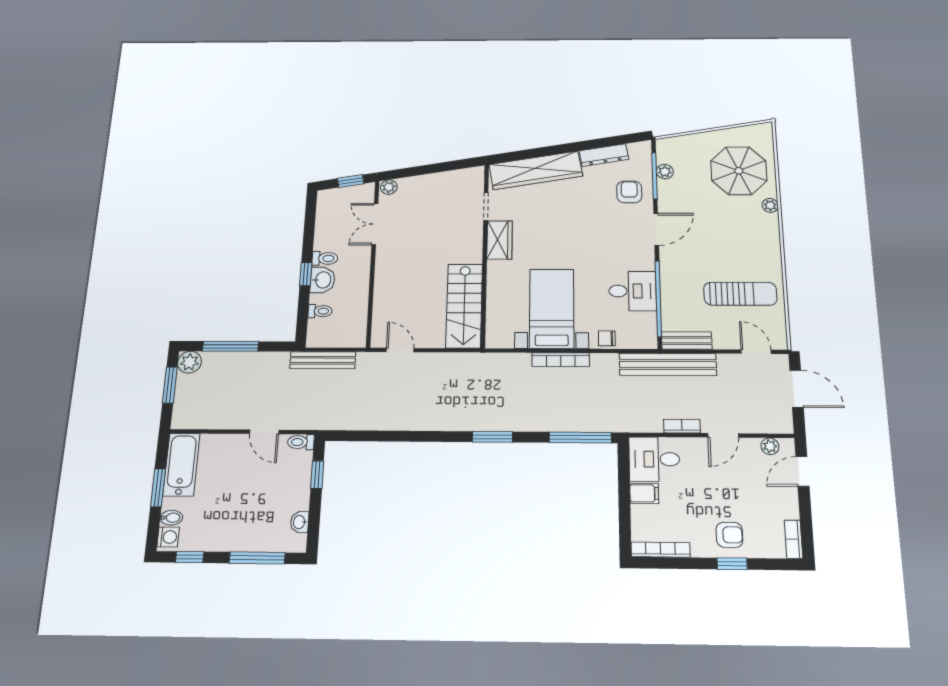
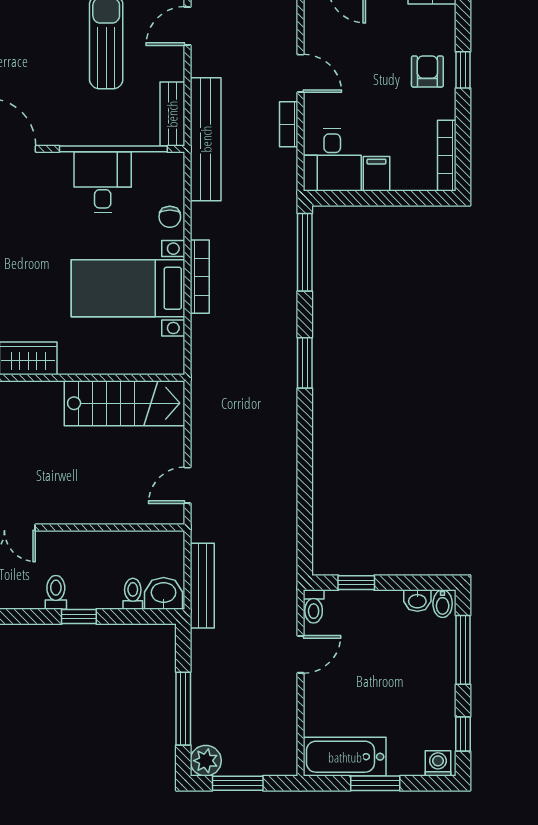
washbasin: (323, 280) -> (164, 593), moved
plant: (770, 446) -> (314, 16), removed
bidet: (171, 518) -> (443, 604), moved, turned 180

